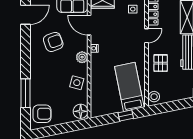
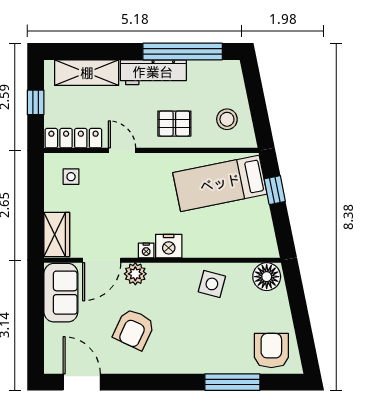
armchair: (53, 42) -> (134, 329), turned -135
plant: (82, 57) -> (135, 274), moved
nightstand: (97, 60) -> (169, 246), added
stool: (154, 97) -> (227, 119), moved

